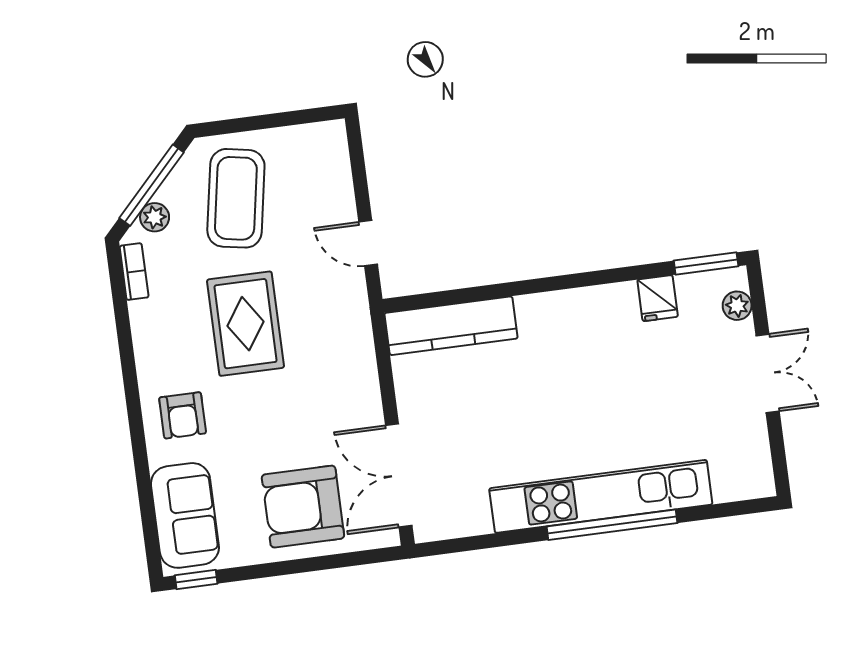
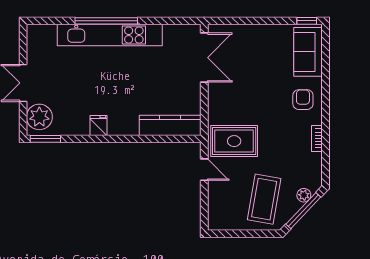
bookcase: (134, 272) -> (317, 138), moved
fridge: (658, 298) -> (98, 125), moved
plant: (737, 306) -> (39, 117), width x1.87, depth x1.87
rug: (245, 324) -> (234, 141), moved, turned 90
armchair: (303, 507) -> (252, 49), removed

